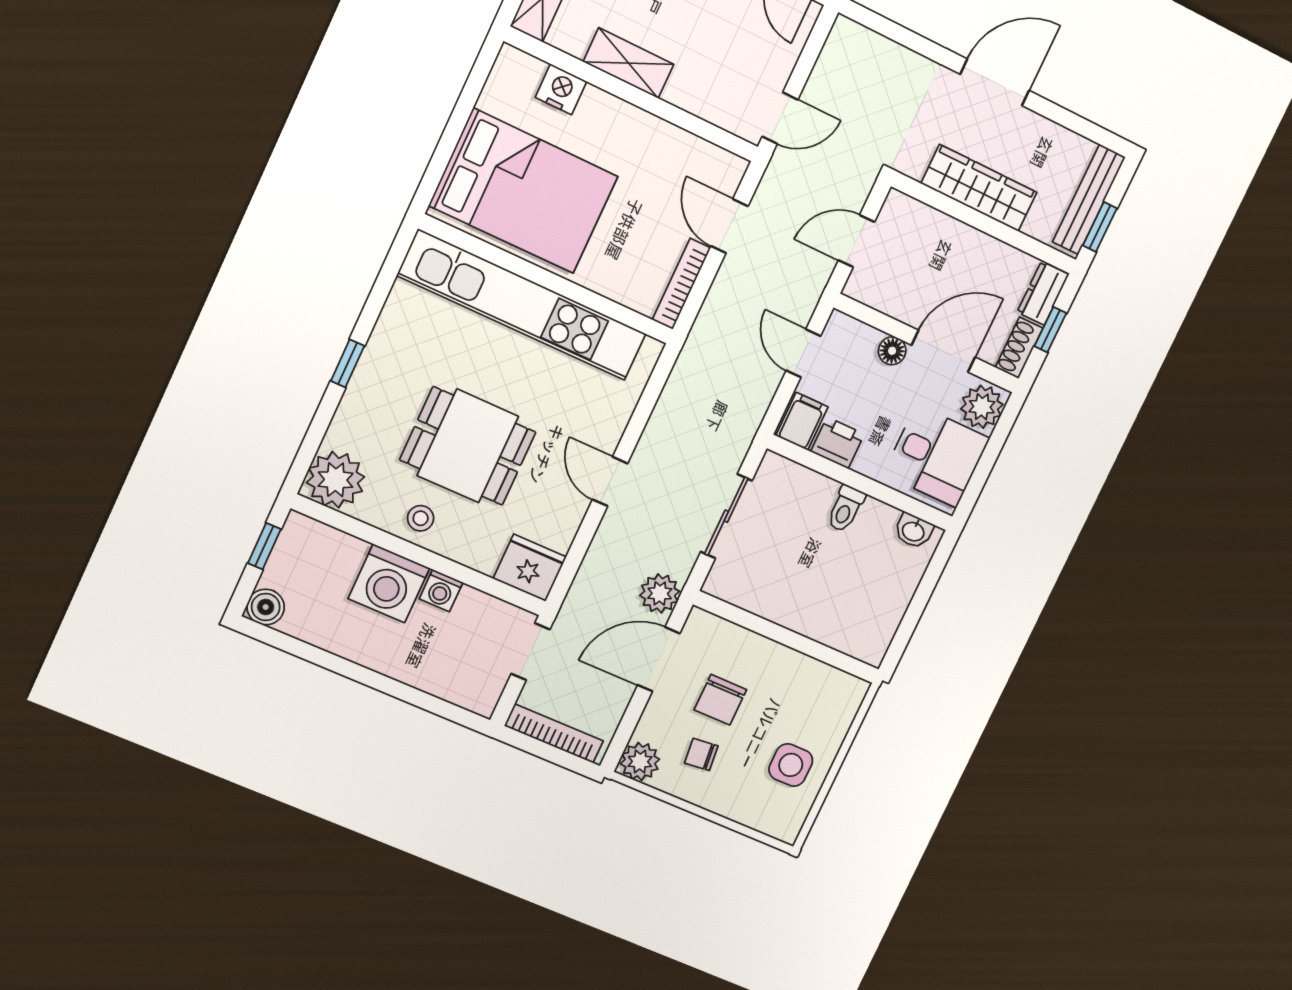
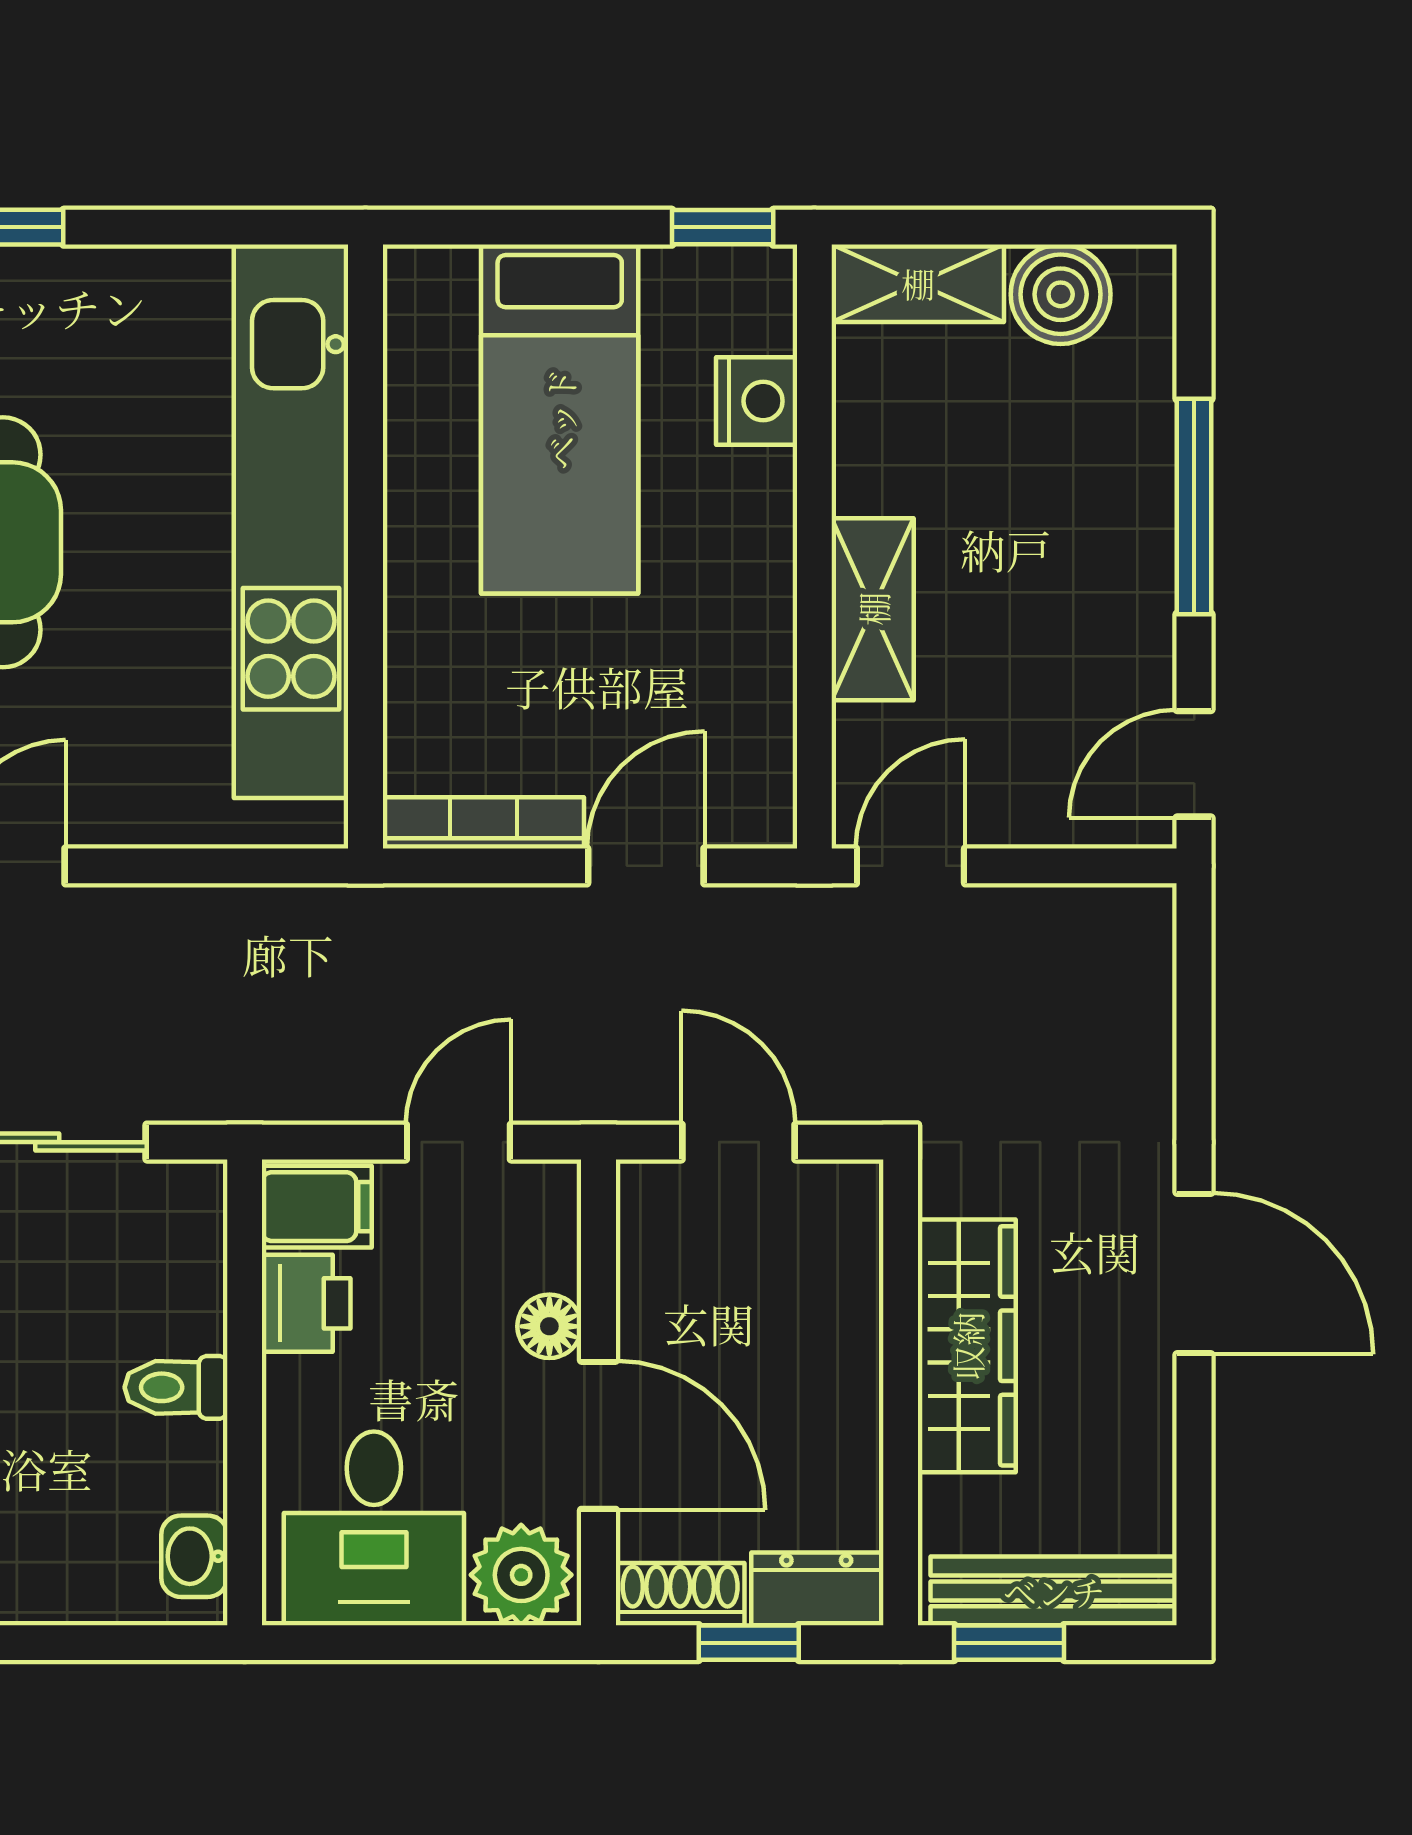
shelving: (628, 63) -> (873, 609), moved
window: (482, 69) -> (723, 227), added
door: (780, 118) -> (910, 866), swing flipped
bed: (523, 191) -> (560, 419), width x0.67

